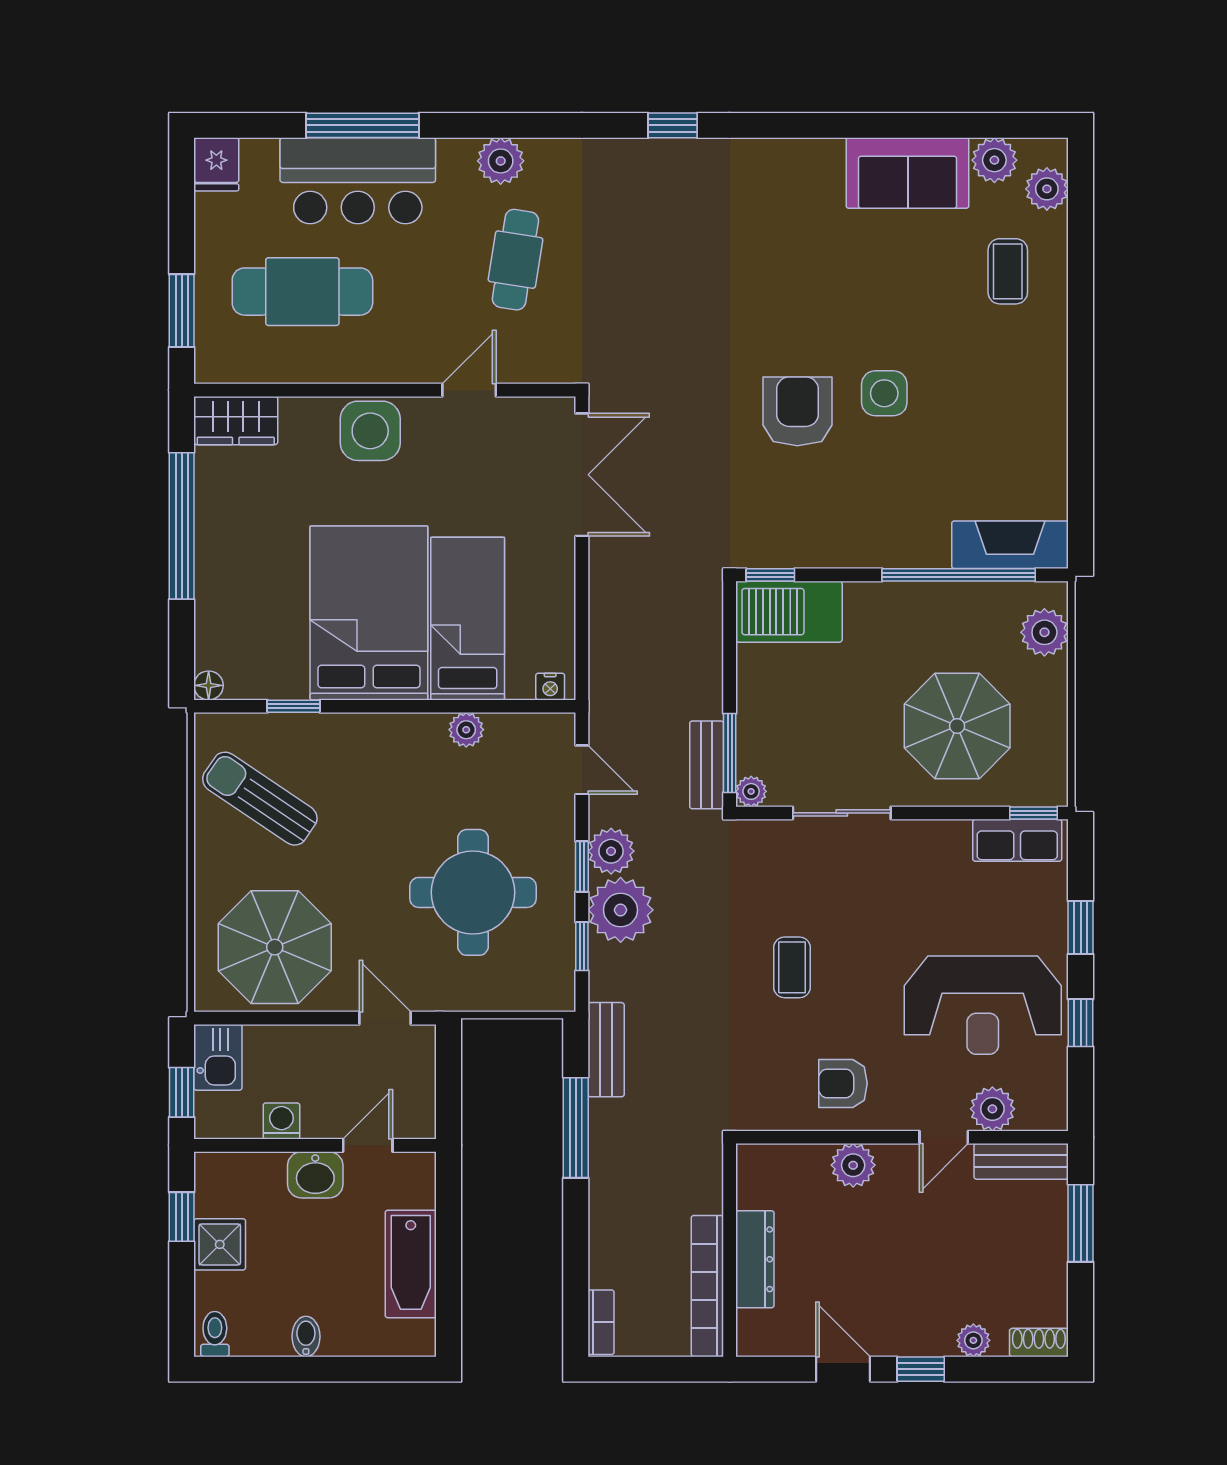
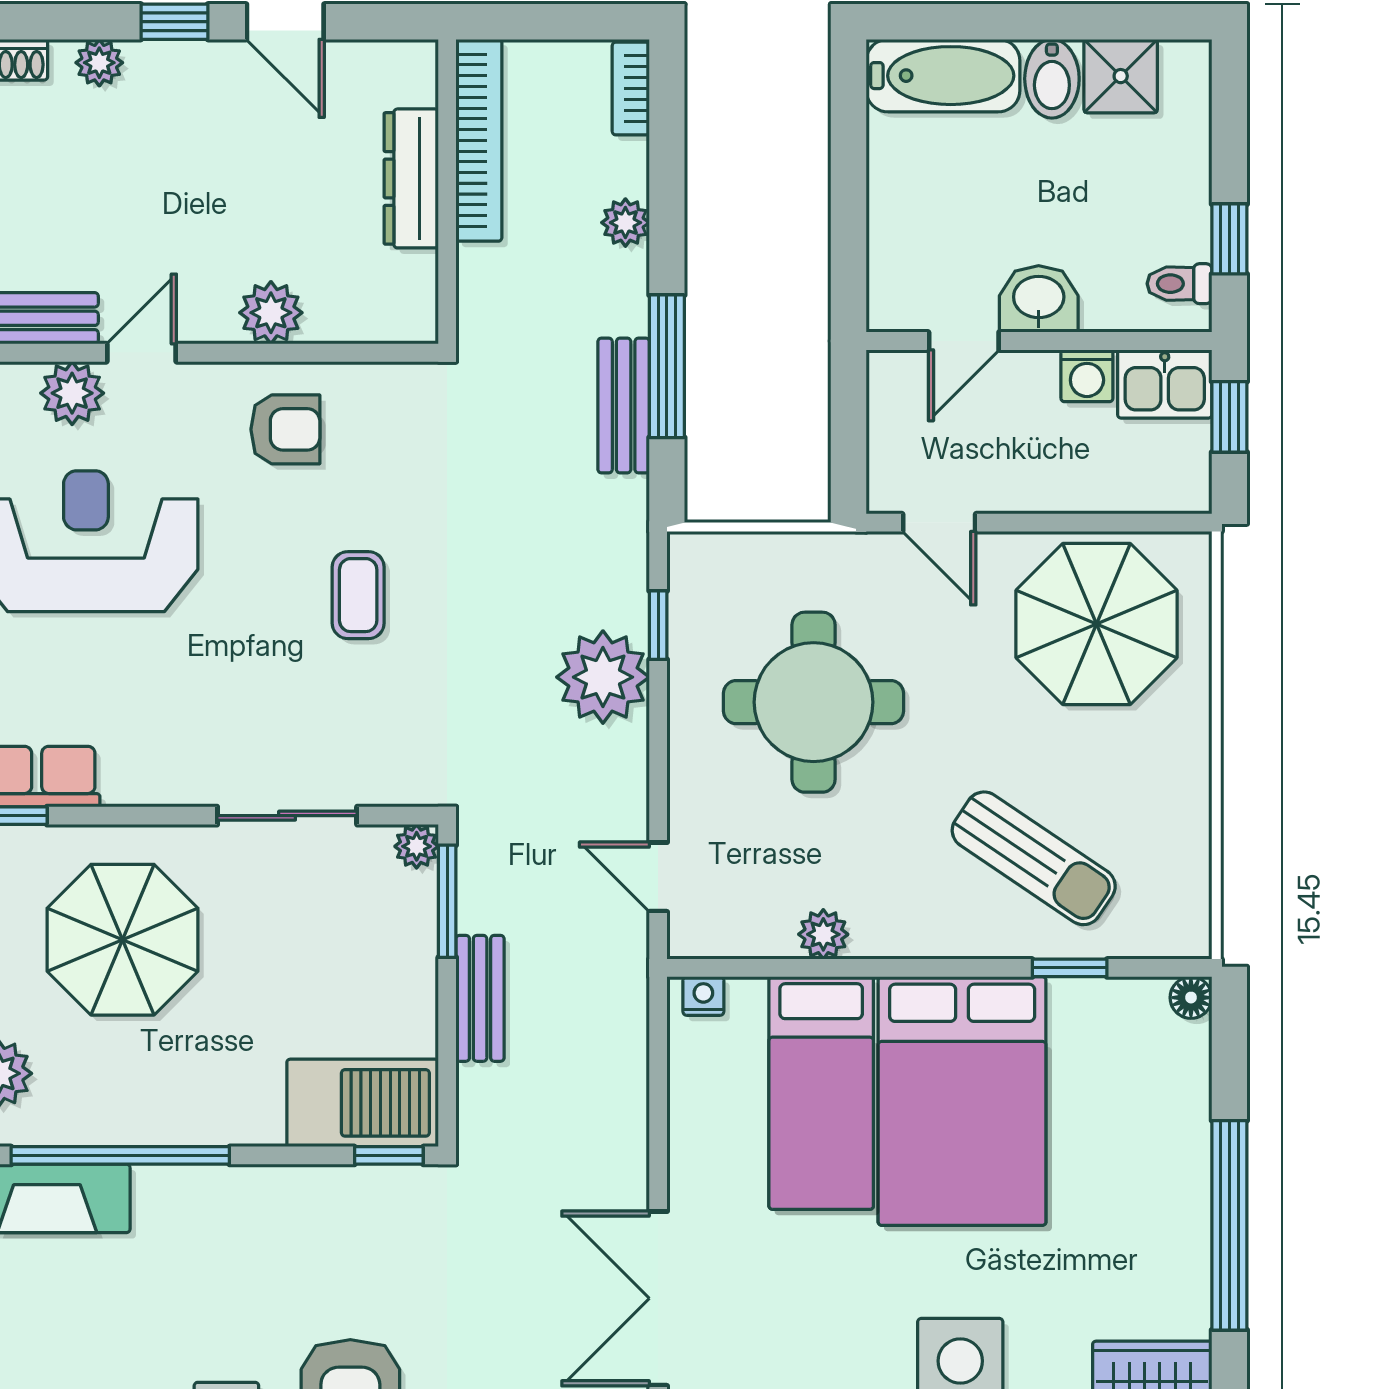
bench: (707, 765) -> (480, 998), moved
sun lounger: (260, 799) -> (1034, 858), moved
plant: (611, 851) -> (625, 223), moved, width x0.73, depth x0.73
window: (582, 866) -> (658, 739), removed
bench: (606, 1050) -> (624, 406), moved
kitchen sink: (218, 1057) -> (1165, 384), moved, turned -90
shower: (220, 1244) -> (1121, 76), moved
bathtub: (411, 1264) -> (943, 76), moved, turned 90
toilet: (215, 1334) -> (1179, 284), moved, turned 90
bidet: (306, 1336) -> (1052, 79), width x1.38, depth x1.36

